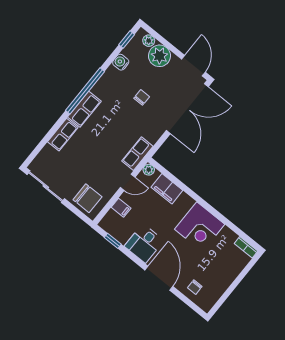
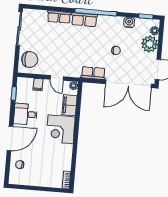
row of seats: (137, 154) -> (93, 73), moved
chair: (87, 198) -> (30, 59), turned -90
corner desk: (200, 227) -> (61, 129), moved

